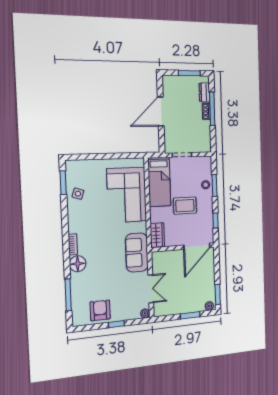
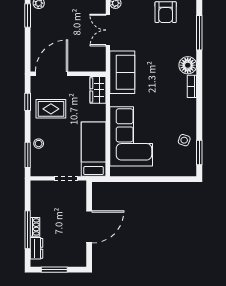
window: (214, 186) -> (28, 155), moved
rug: (185, 206) -> (51, 109), moved

